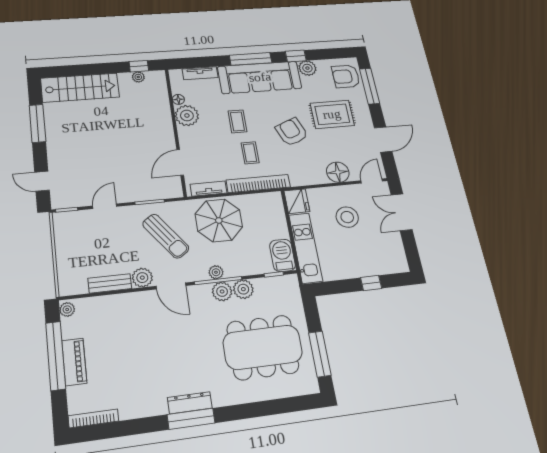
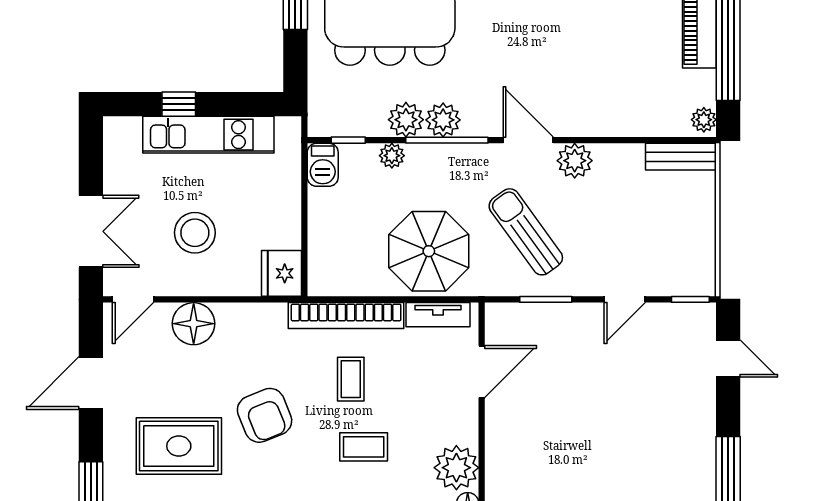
coffee table: (237, 121) -> (364, 447), turned 90
kitchen unit: (306, 248) -> (208, 135), moved, turned -90
barbecue: (282, 255) -> (323, 165), width x0.73, depth x0.79
plant: (216, 272) -> (392, 156), moved
bench: (110, 283) -> (681, 157), moved

